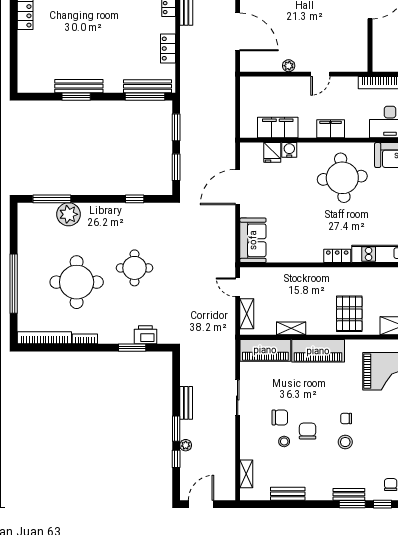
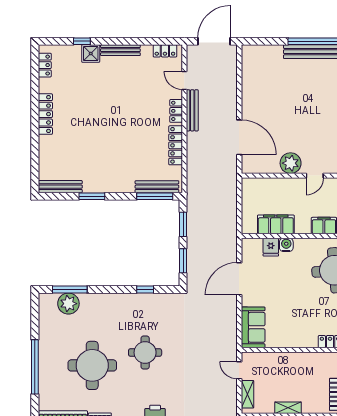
locker: (168, 49) -> (176, 145), width x1.53
plant: (289, 66) -> (291, 163), width x1.88, depth x1.88
bench: (79, 86) -> (60, 187), moved
plant: (69, 214) -> (68, 304), moved

